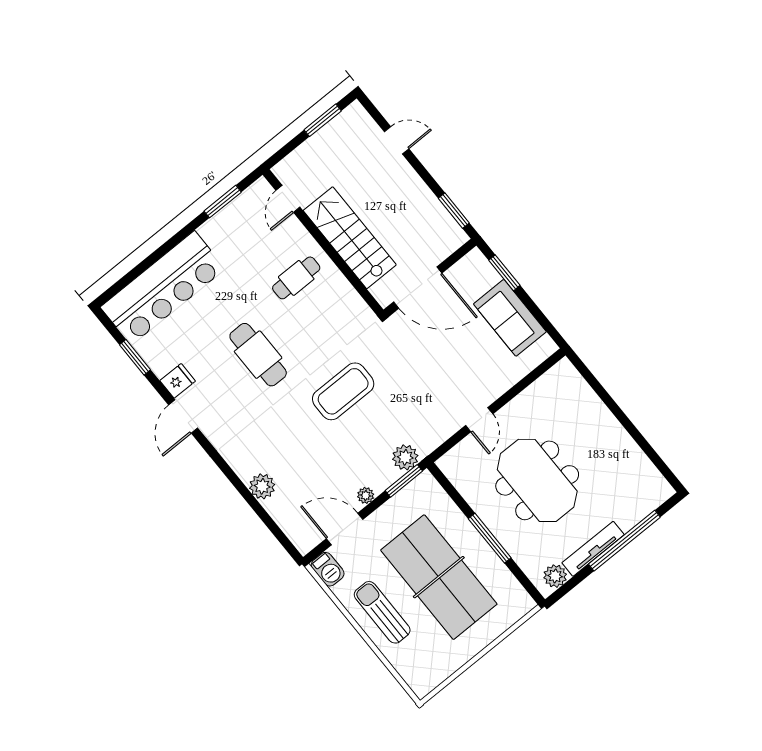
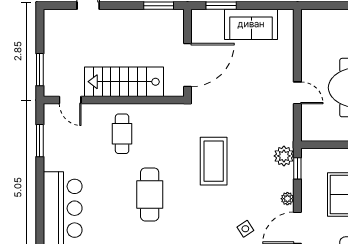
window: (323, 120) -> (40, 70), moved
cafe table: (258, 355) -> (150, 194), turned 90
side table: (301, 478) -> (245, 229), added
window: (404, 481) -> (297, 168), width x0.67

